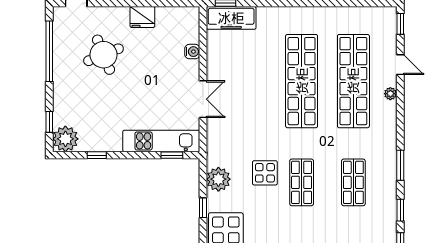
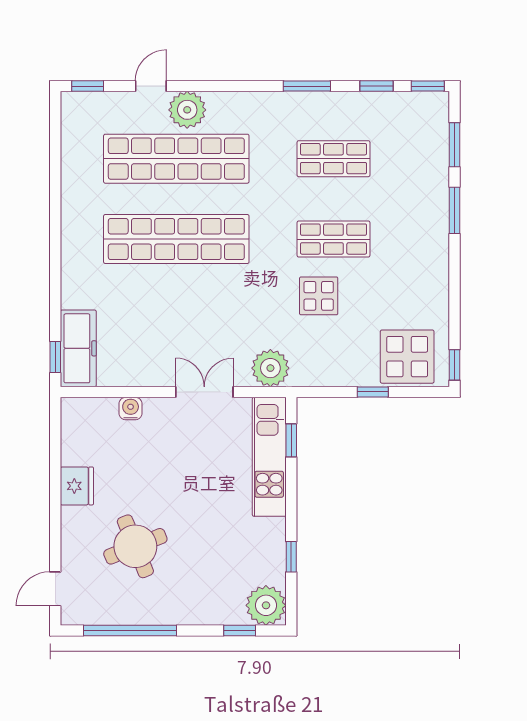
plant: (390, 94) -> (187, 110), width x1.87, depth x1.87
plant: (218, 179) -> (270, 368), moved

